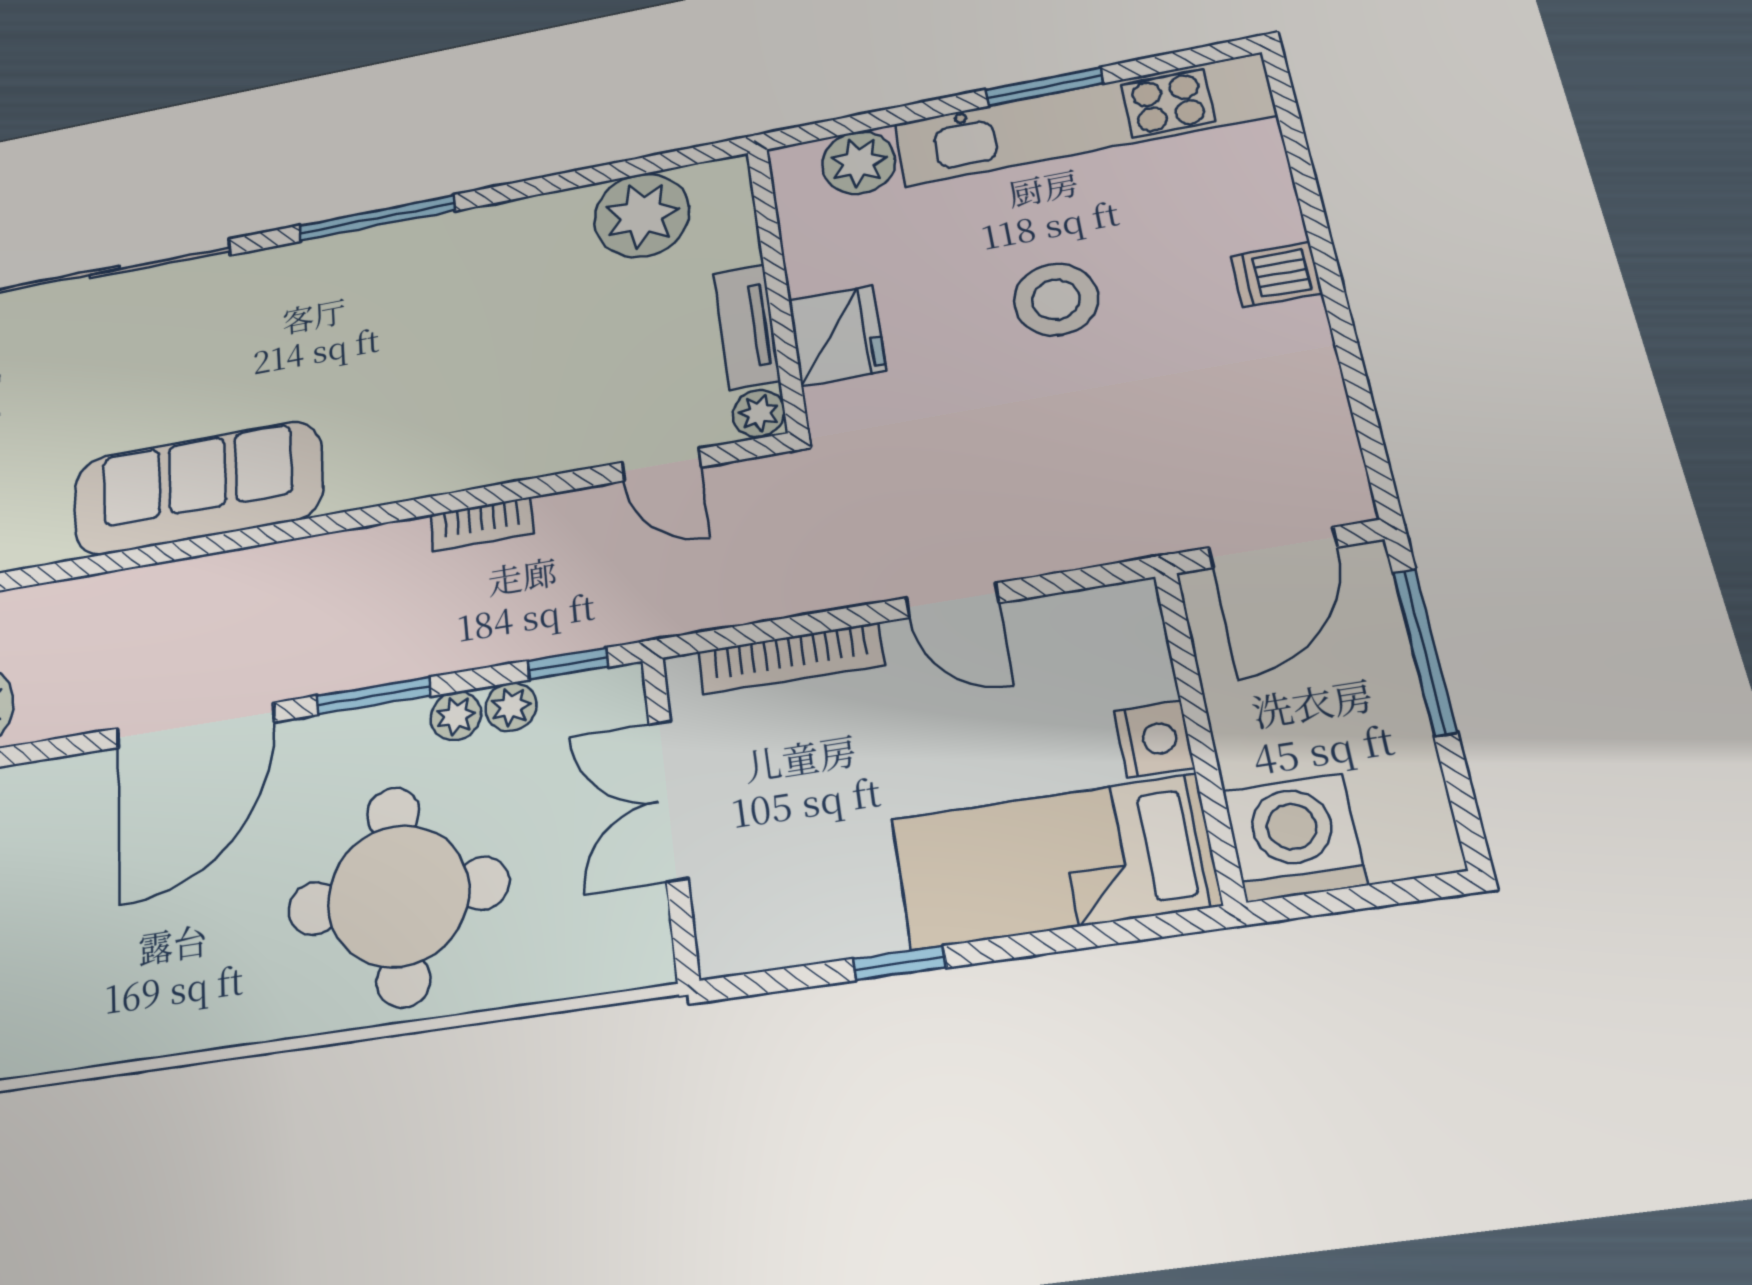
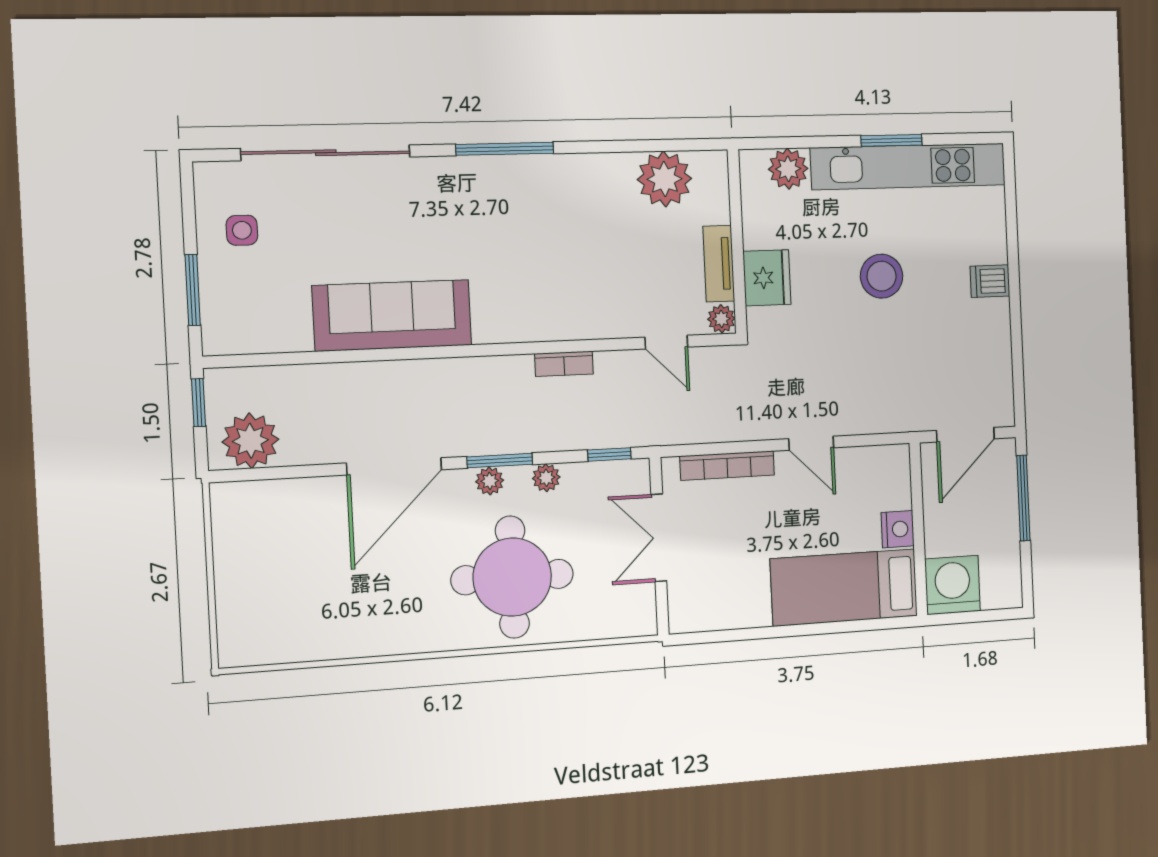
plant: (511, 707) -> (490, 481), moved
window: (900, 963) -> (767, 633), removed

